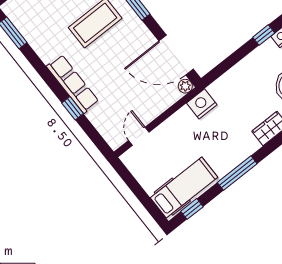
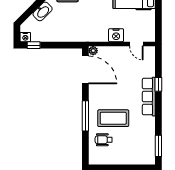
nightstand: (202, 104) -> (116, 35), moved
door: (139, 136) -> (136, 44), hinge flipped

